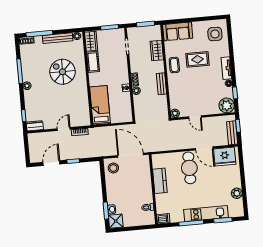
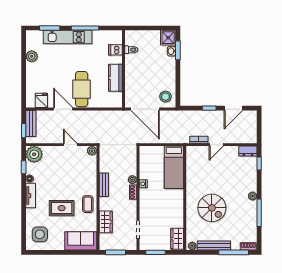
cot: (93, 62) -> (177, 216), removed
fridge: (225, 157) -> (41, 100), width x0.53, depth x0.75
dishwasher: (163, 219) -> (115, 50), moved

